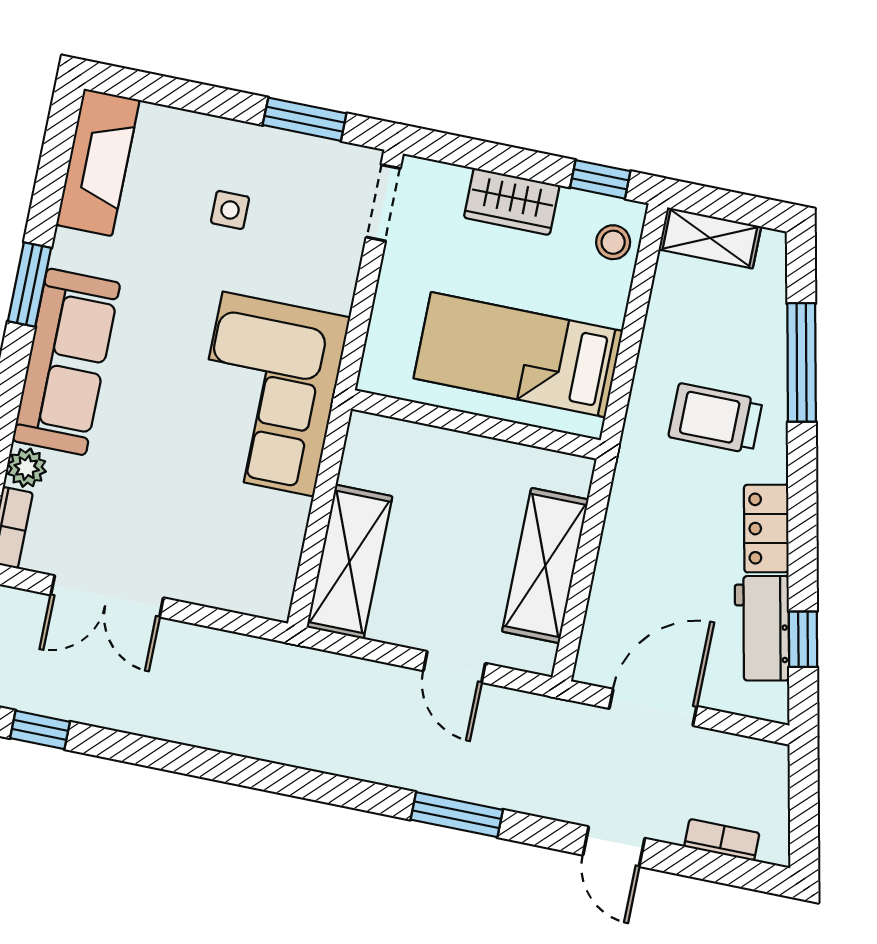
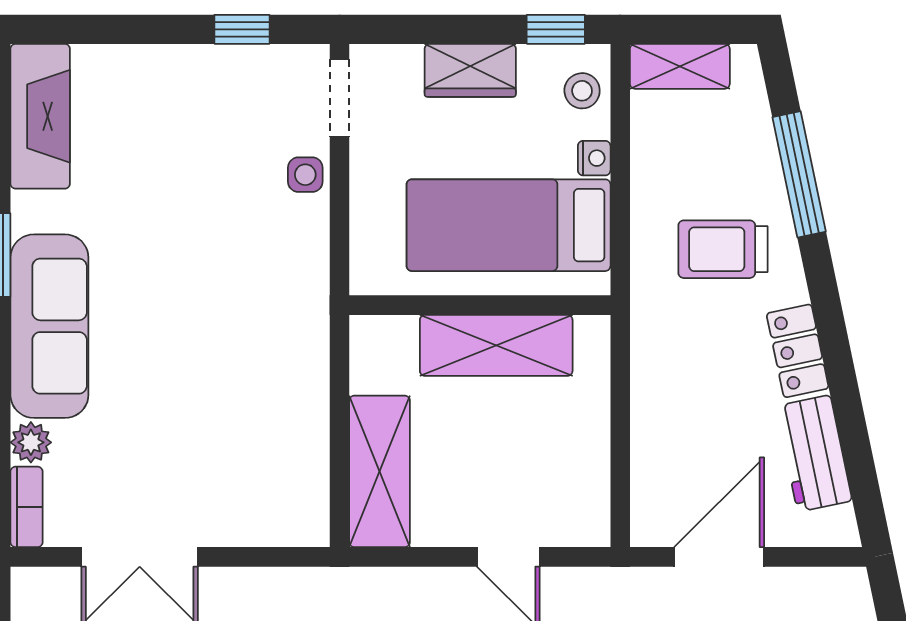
window: (305, 119) -> (242, 29), width x0.67
side table: (230, 210) -> (305, 175), moved
nightstand: (612, 308) -> (594, 158), added
corner sofa: (268, 394) -> (262, 317), removed
shelving: (545, 566) -> (496, 345), moved, turned 90
window: (803, 639) -> (858, 456), removed

